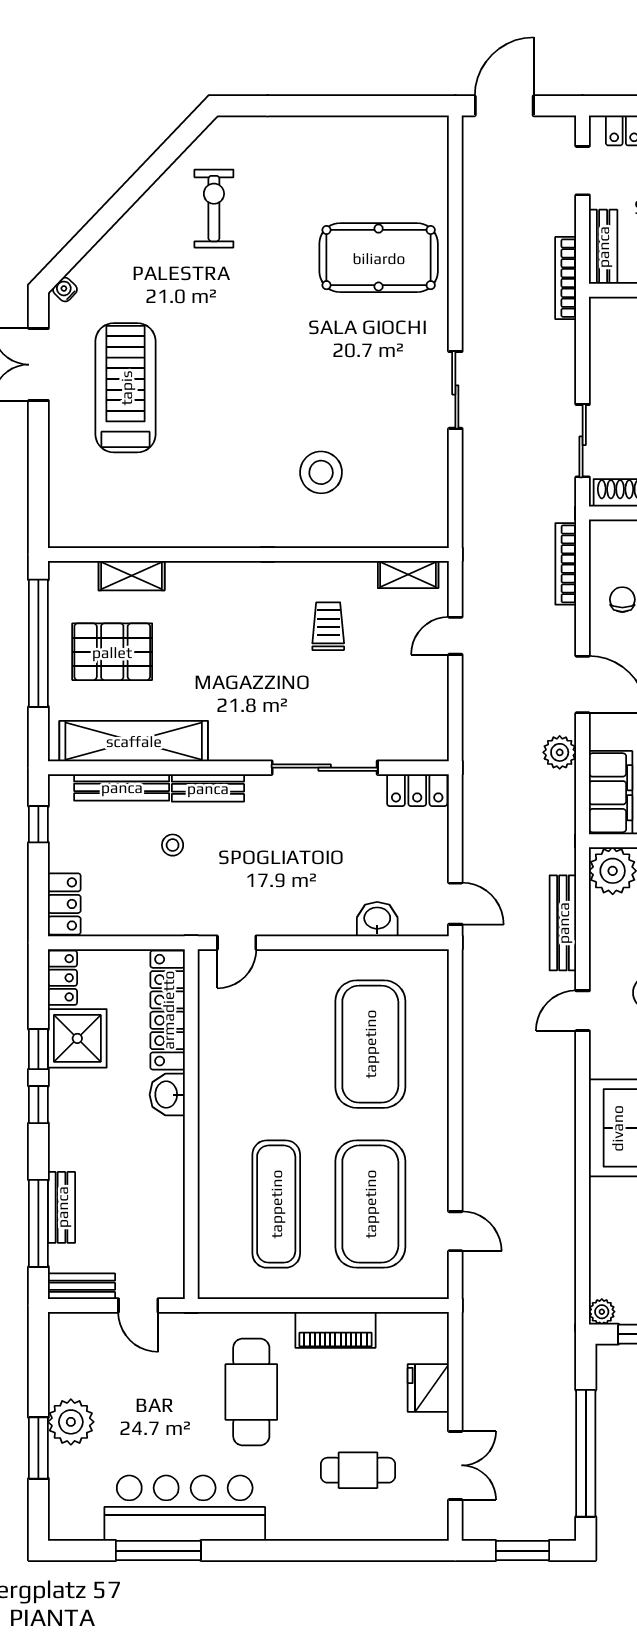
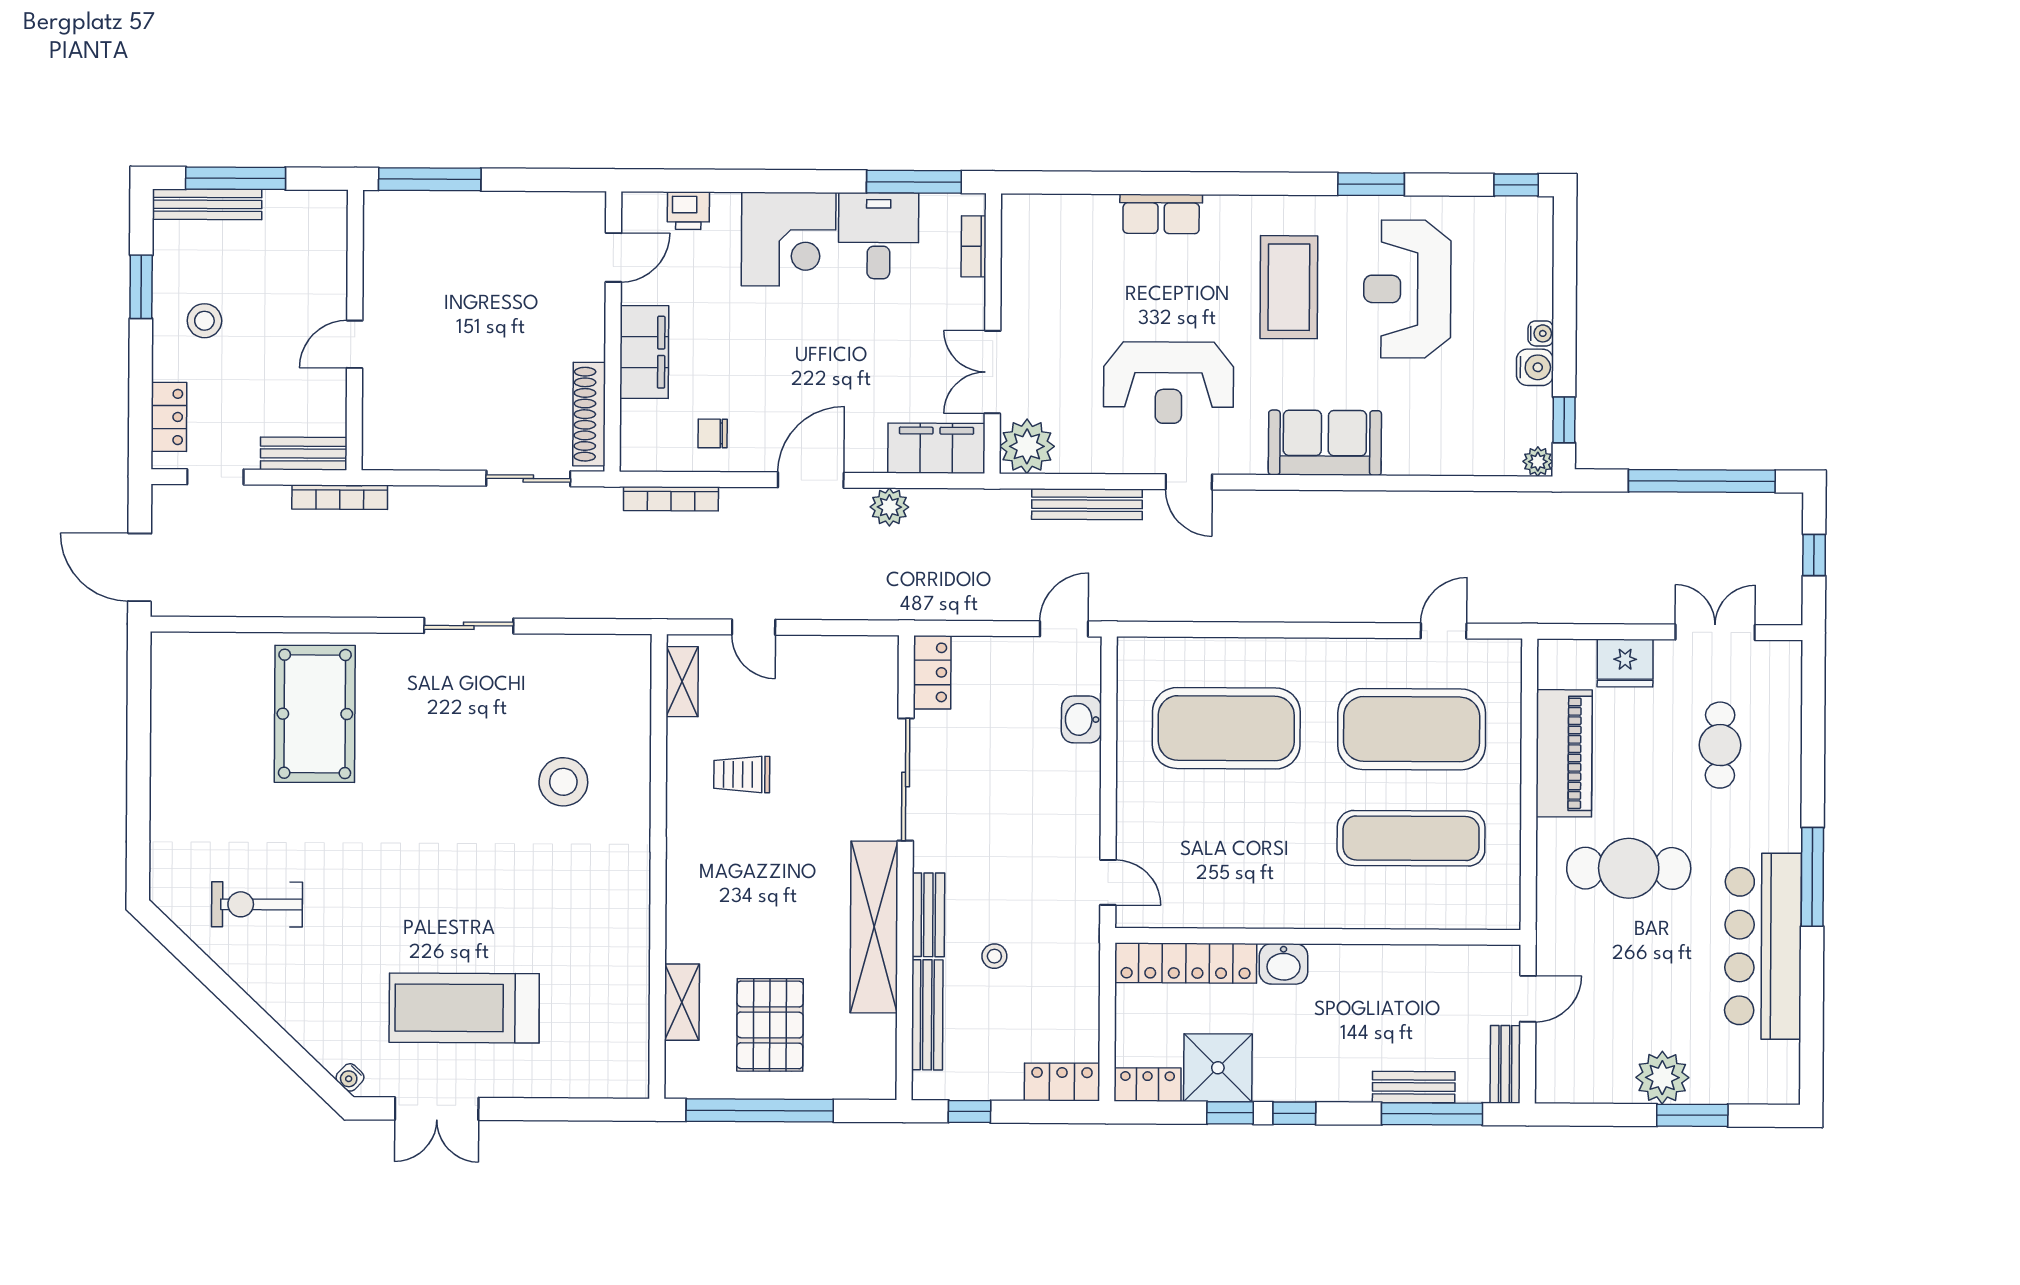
shelving: (134, 741) -> (874, 927), moved
piano: (335, 1330) -> (1564, 753), width x1.37, depth x1.33
window: (158, 1551) -> (1812, 877), moved
window: (522, 1551) -> (1814, 555), width x0.67

